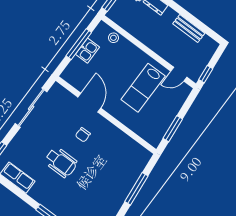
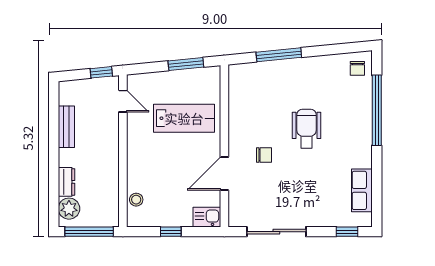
window: (79, 44) -> (171, 232), width x0.46
kitchen sink: (87, 51) -> (207, 217), moved
lab bench: (143, 88) -> (184, 118), moved
wheelchair: (61, 162) -> (306, 129), moved

